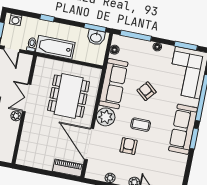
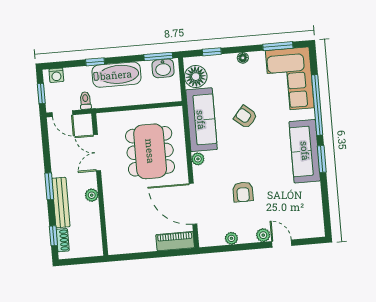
window: (136, 36) -> (212, 52), width x0.46
bathtub: (55, 47) -> (116, 75), moved, turned 180
floor lamp: (114, 50) -> (196, 77), width x1.89, depth x1.89
double door: (27, 98) -> (97, 153), moved
plant: (106, 117) -> (198, 159), width x0.53, depth x0.53
coffee table: (141, 125) -> (250, 161), removed
armchair: (129, 146) -> (243, 192), turned 180

